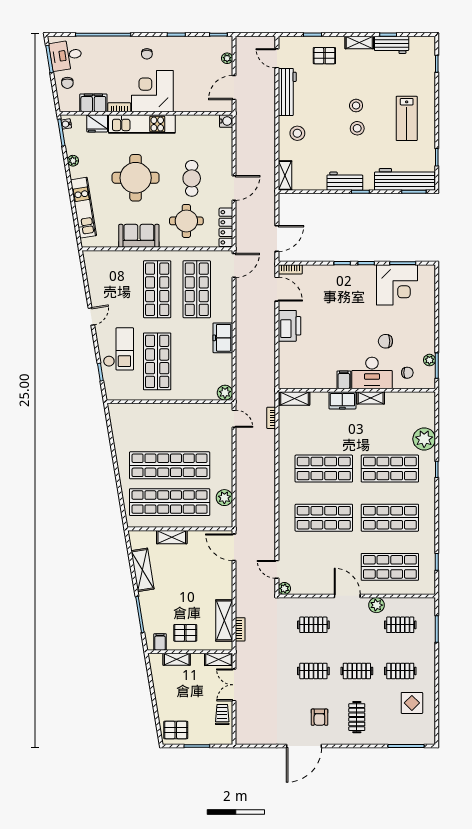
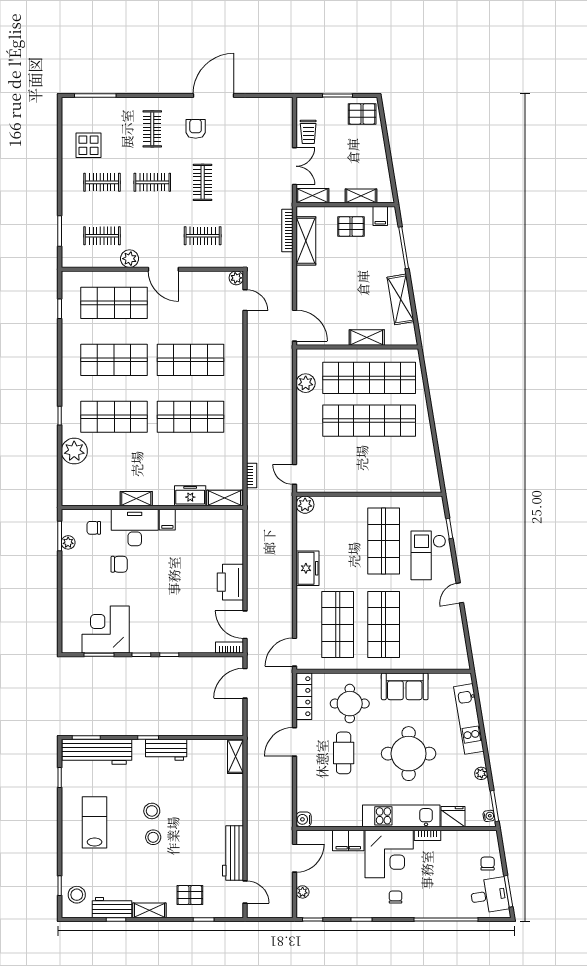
filing cabinet: (93, 103) -> (348, 840), moved
stool: (297, 133) -> (77, 895), moved
freezer: (342, 400) -> (190, 496), moved
bookcase: (240, 629) -> (287, 230), width x1.56
clothes rail: (313, 671) -> (203, 182), turned 90

